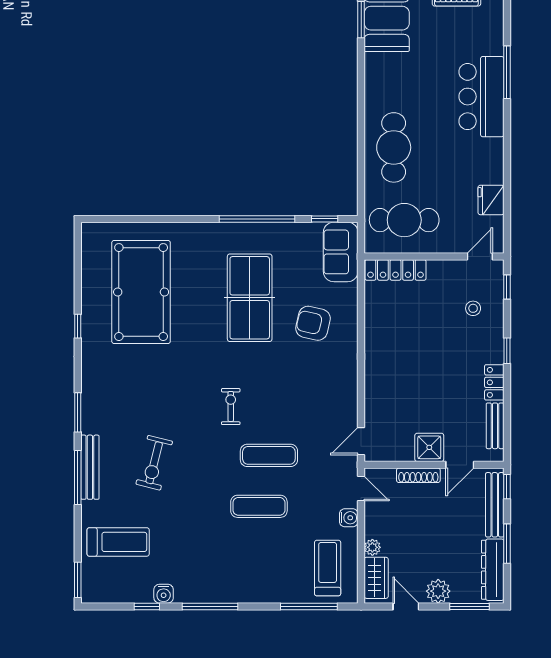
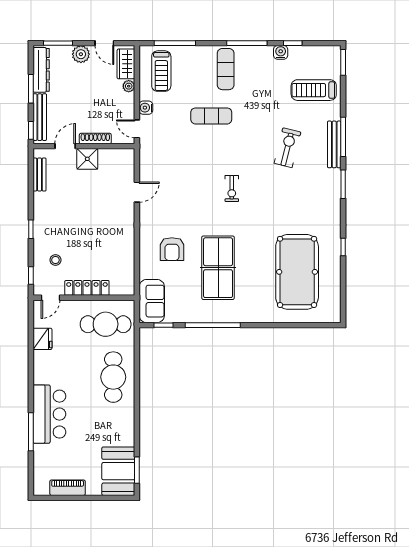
locker: (395, 270) -> (87, 288), moved
armchair: (313, 323) -> (172, 249), turned 77
locker: (494, 382) -> (40, 206), removed
door: (361, 441) -> (137, 192), moved
exercise mat: (269, 455) -> (226, 69), moved, turned 90

